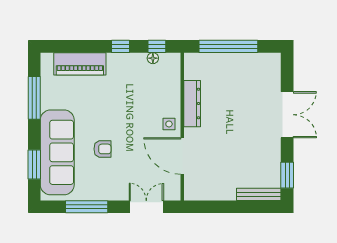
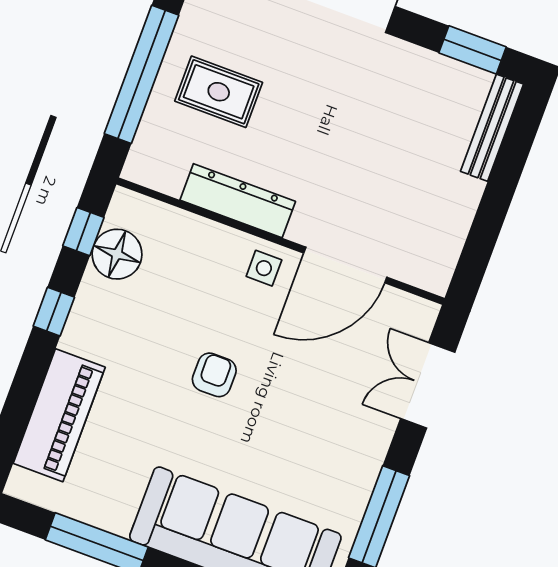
floor lamp: (153, 58) -> (117, 254), width x1.89, depth x1.89
rug: (233, 80) -> (219, 92), added
armchair: (102, 149) -> (214, 375), moved

